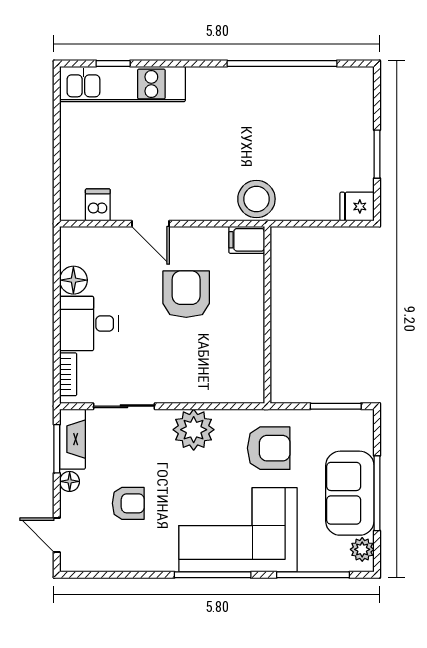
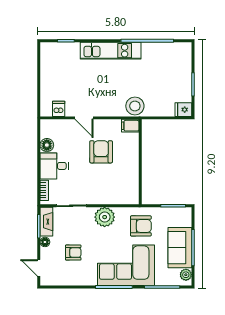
kitchen unit: (122, 84) -> (111, 51), moved

